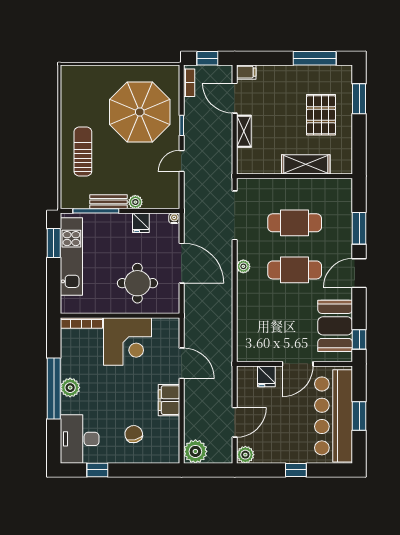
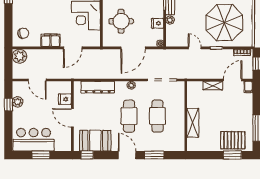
pallet: (321, 115) -> (233, 140), moved
dresser: (247, 322) -> (98, 87), added
bar counter: (334, 416) -> (34, 140), width x0.73
chair: (134, 434) -> (23, 33), moved
plant: (245, 455) -> (18, 102), moved
window: (296, 470) -> (8, 105), moved

